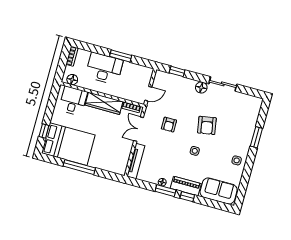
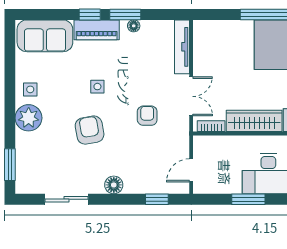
sliding door: (223, 84) -> (67, 199), moved
door: (148, 94) -> (191, 170), moved
window: (256, 137) -> (10, 165), moved
plant: (242, 143) -> (29, 118), added

